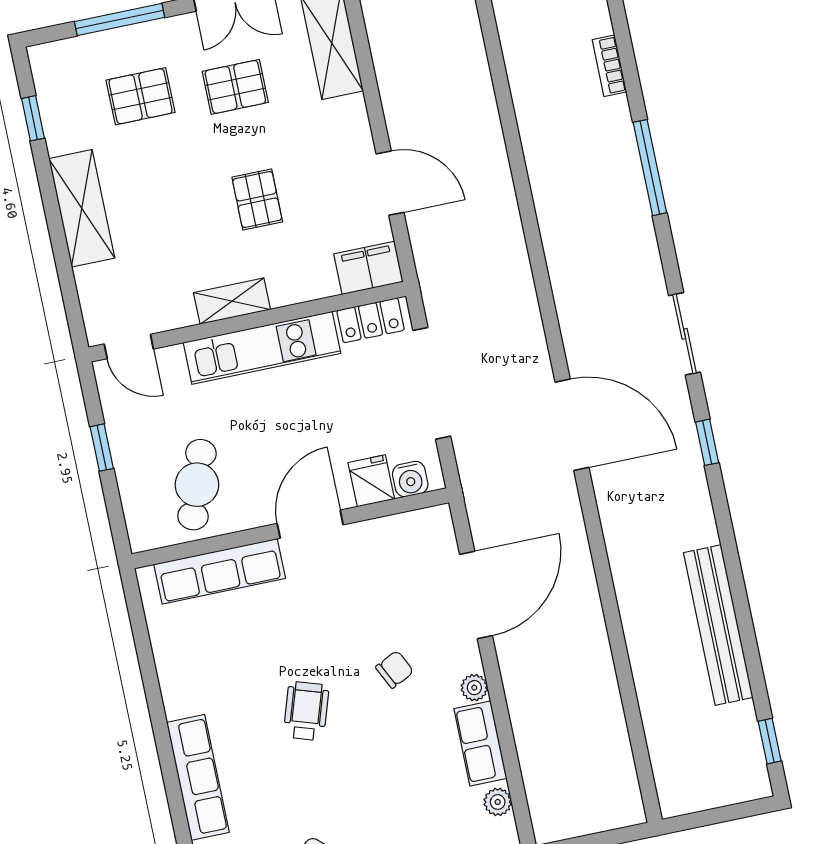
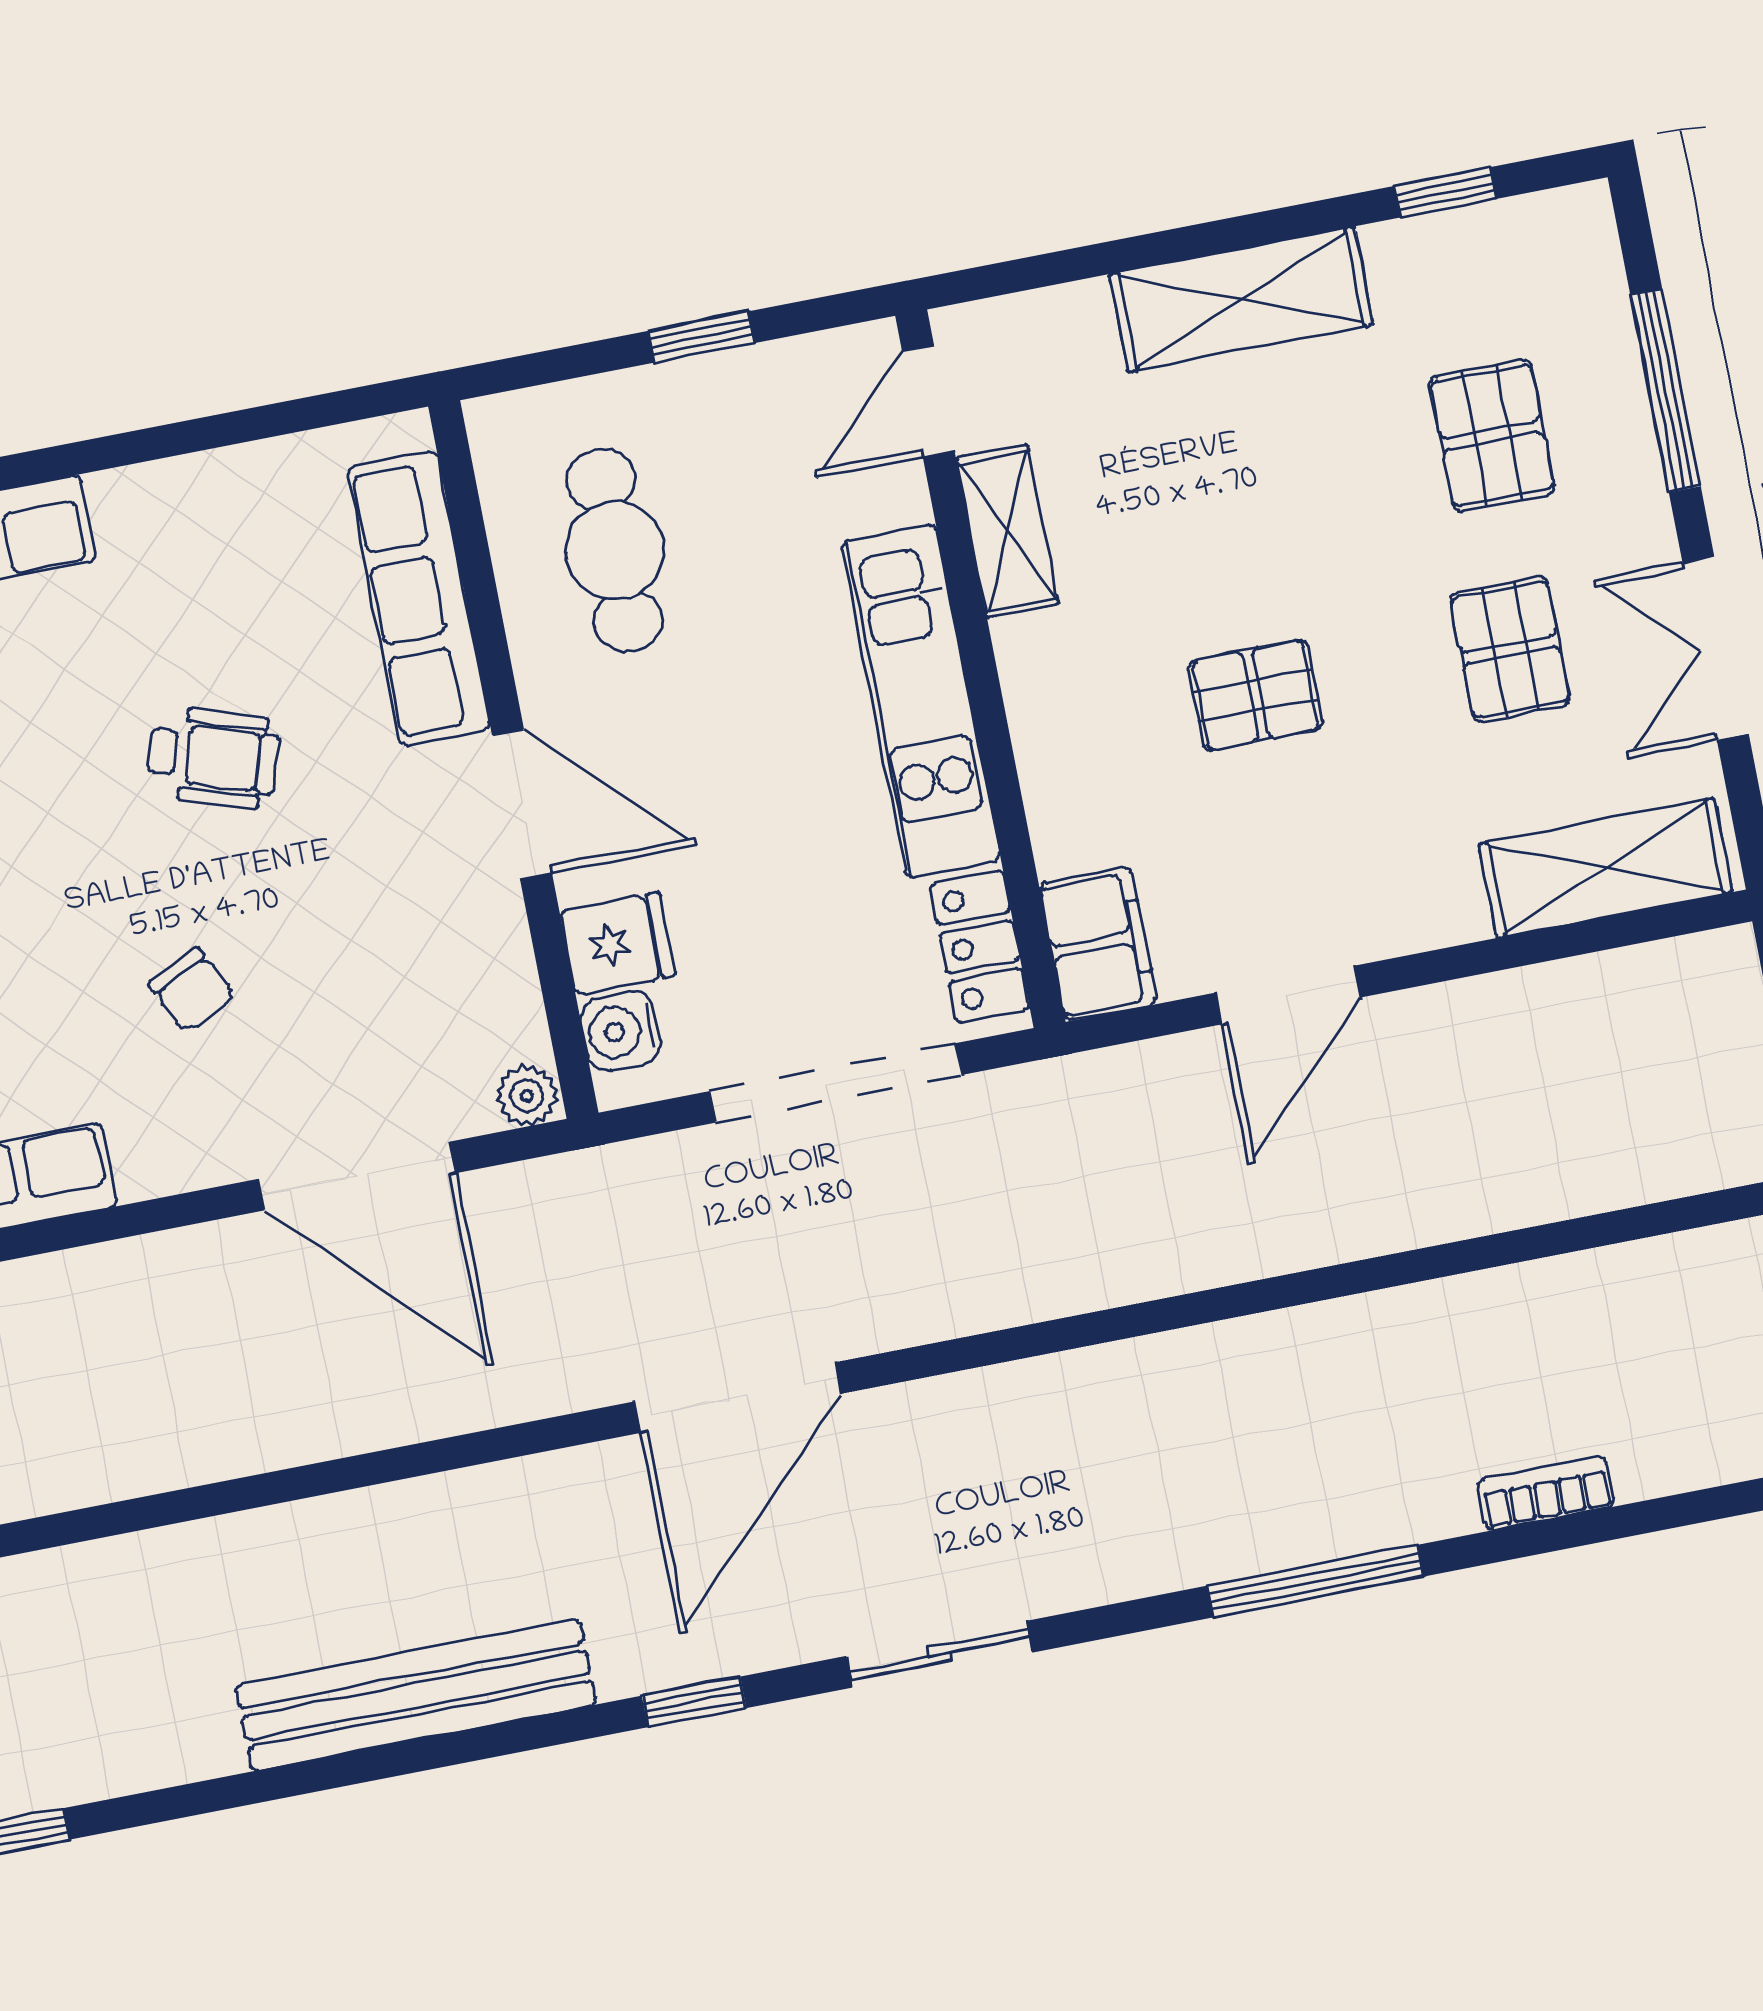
shelving: (232, 301) -> (1007, 531), moved
cafe table: (197, 485) -> (615, 550), turned 71
bench: (718, 625) -> (416, 1695), moved
plant: (474, 688) -> (527, 1096), moved
wheelchair: (306, 711) -> (213, 757), moved

